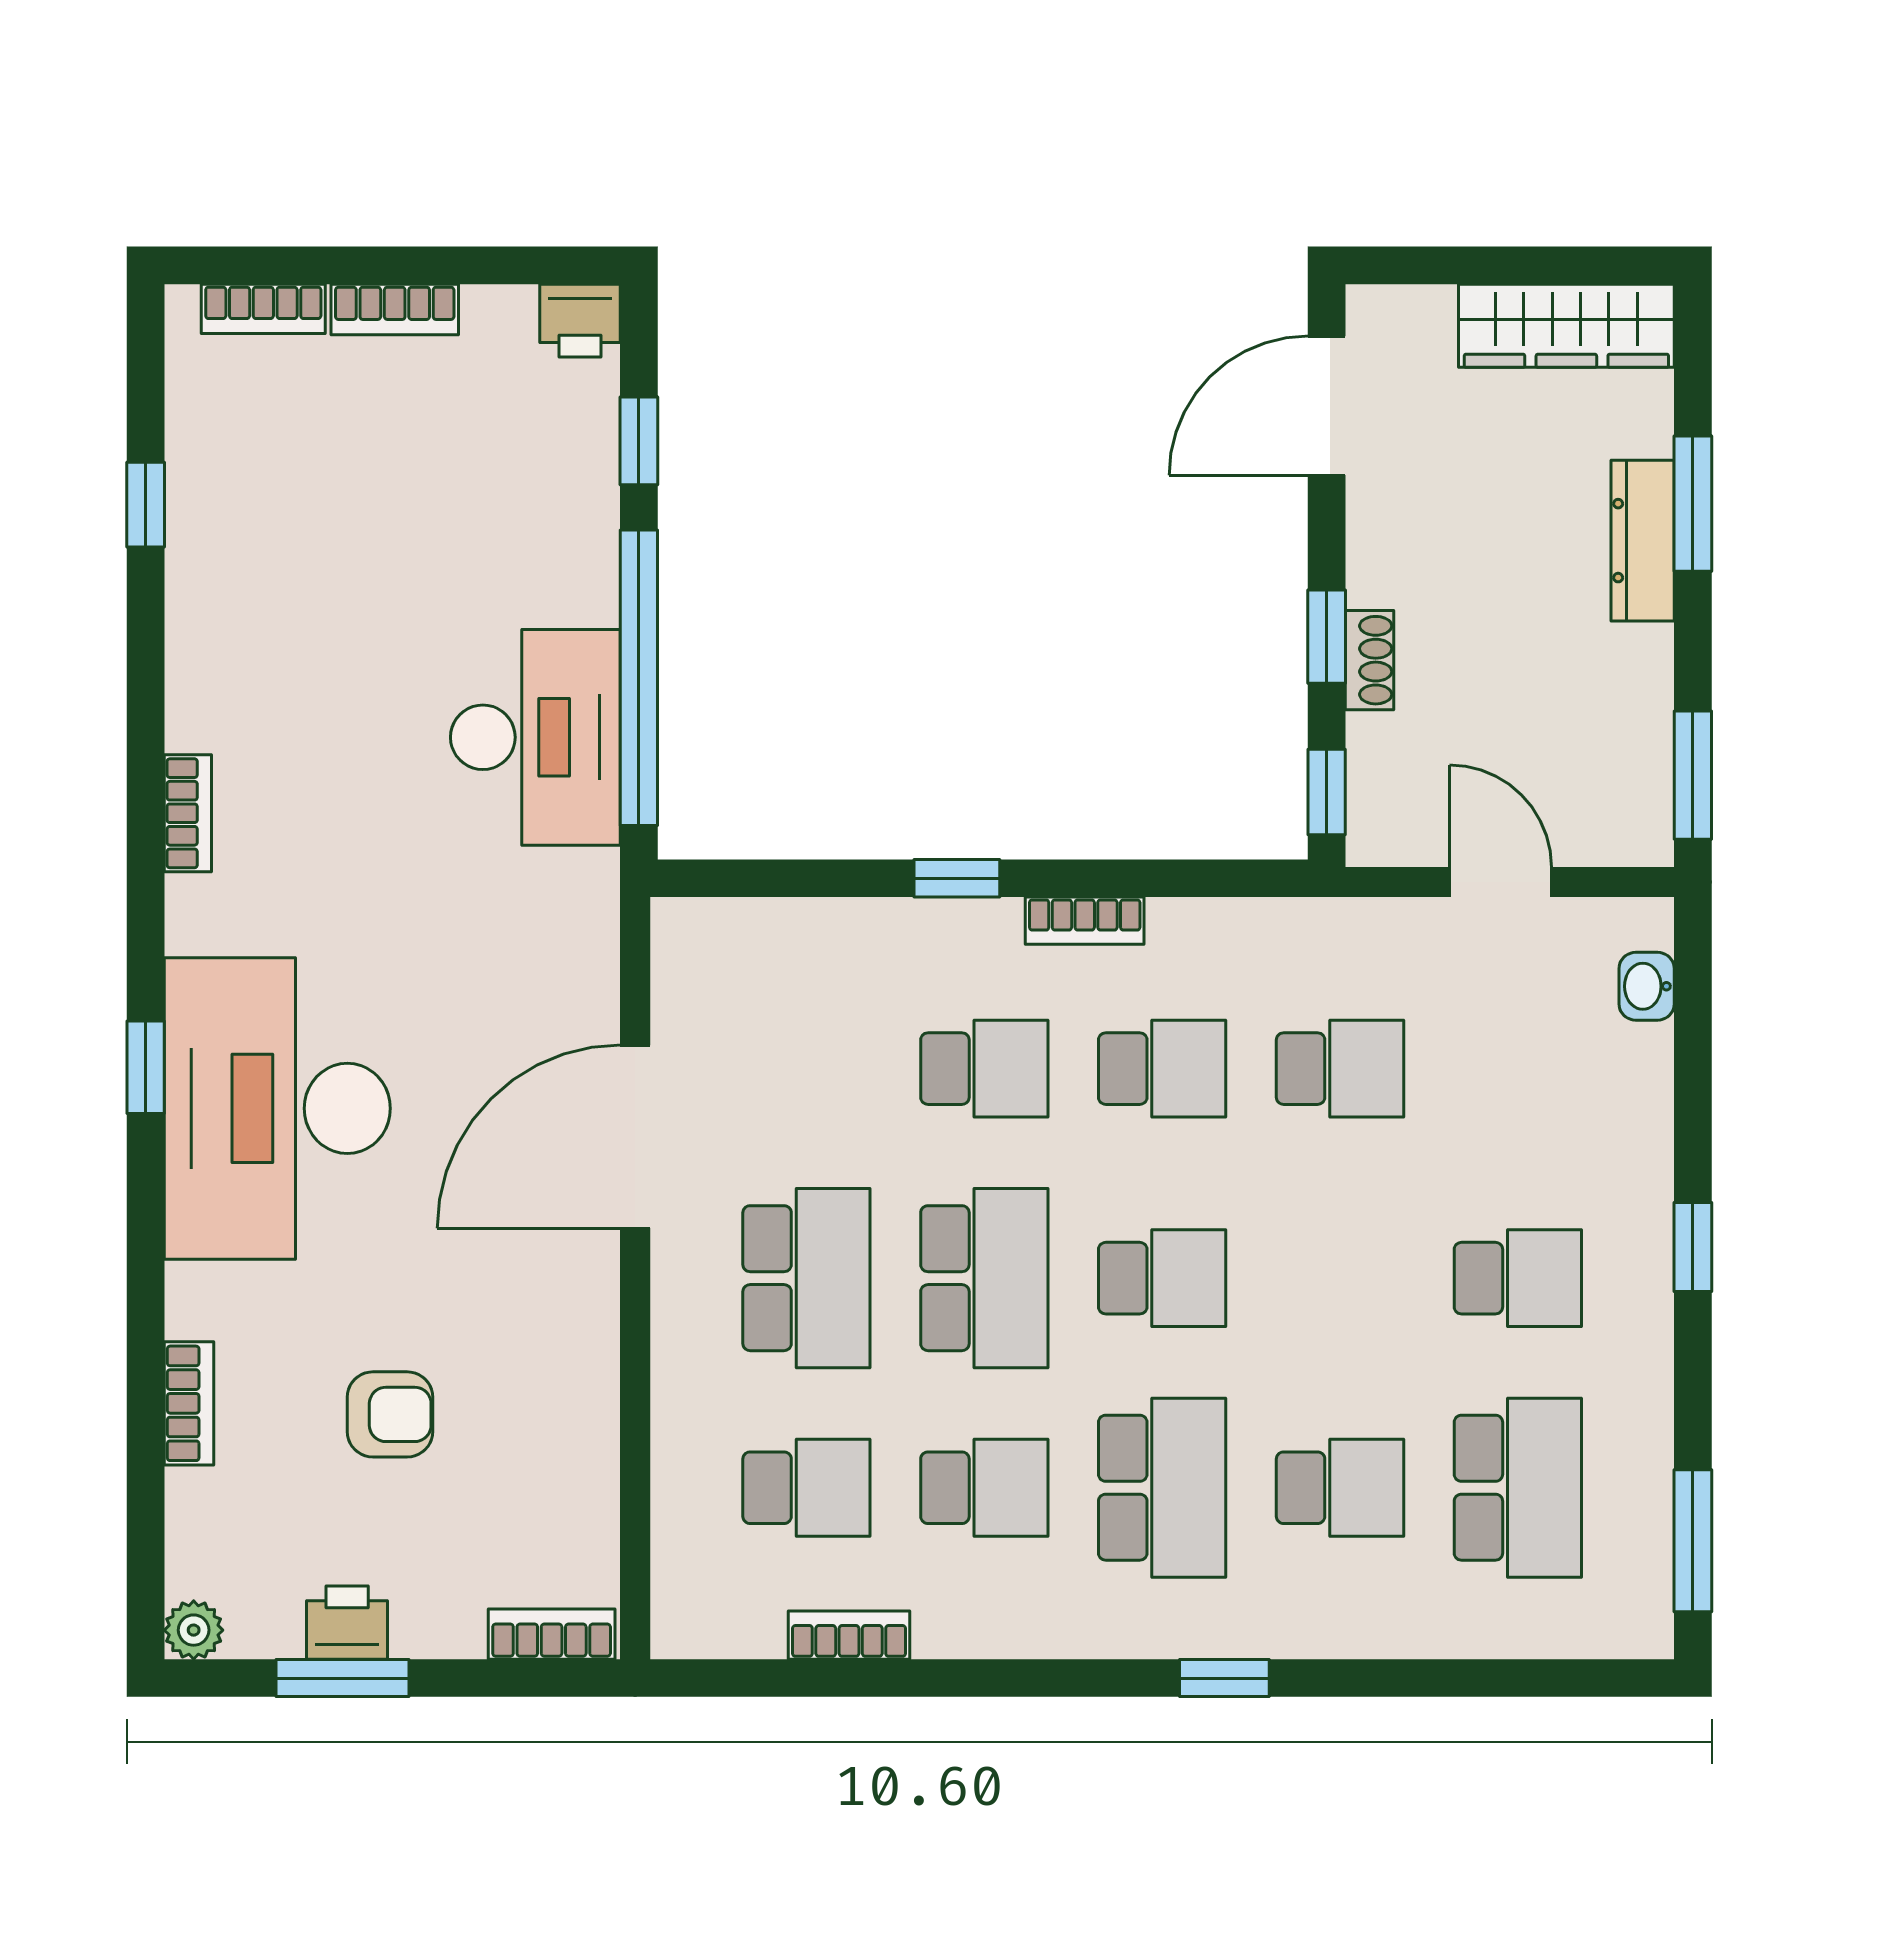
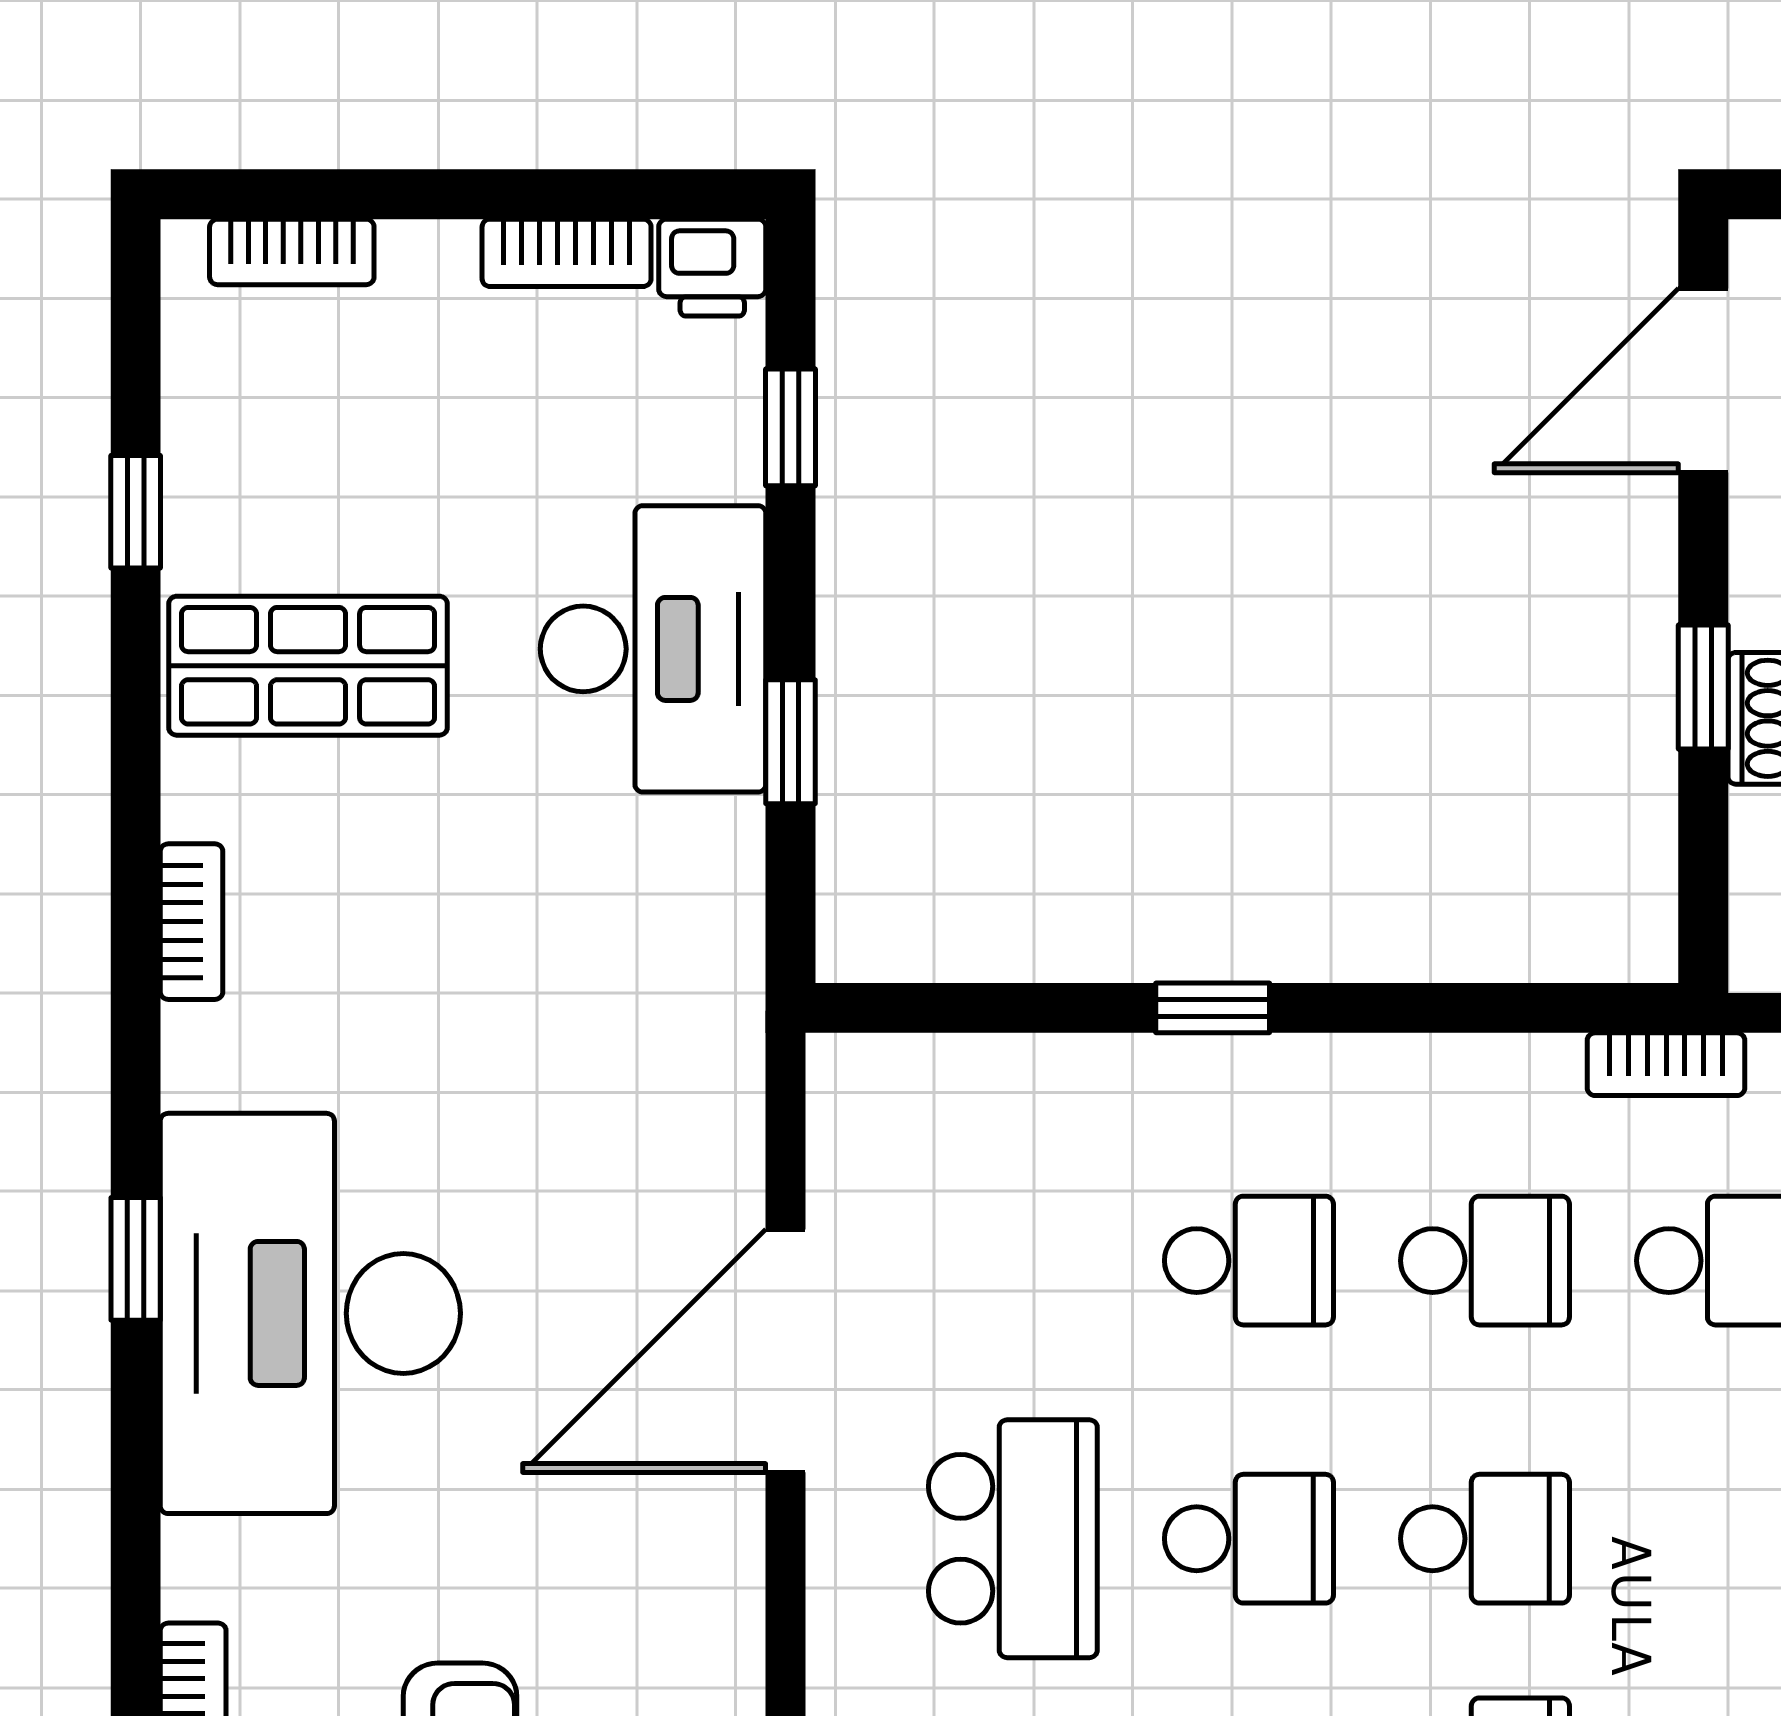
bookcase: (395, 309) -> (567, 253), moved
shop shelf: (276, 620) -> (308, 666), added
window: (639, 678) -> (790, 742), width x0.32
desk: (535, 737) -> (653, 649), moved
window: (1327, 792) -> (1703, 893), removed
bookcase: (1085, 921) -> (1666, 1064), moved
school desk: (984, 1278) -> (1249, 1539), width x0.54

